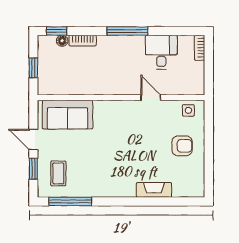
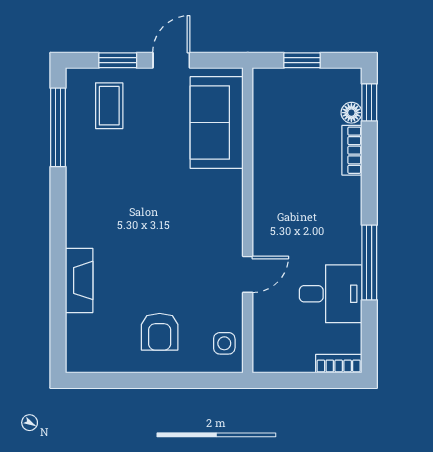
window: (127, 31) -> (369, 262), moved
coffee table: (58, 173) -> (109, 106), turned 90

